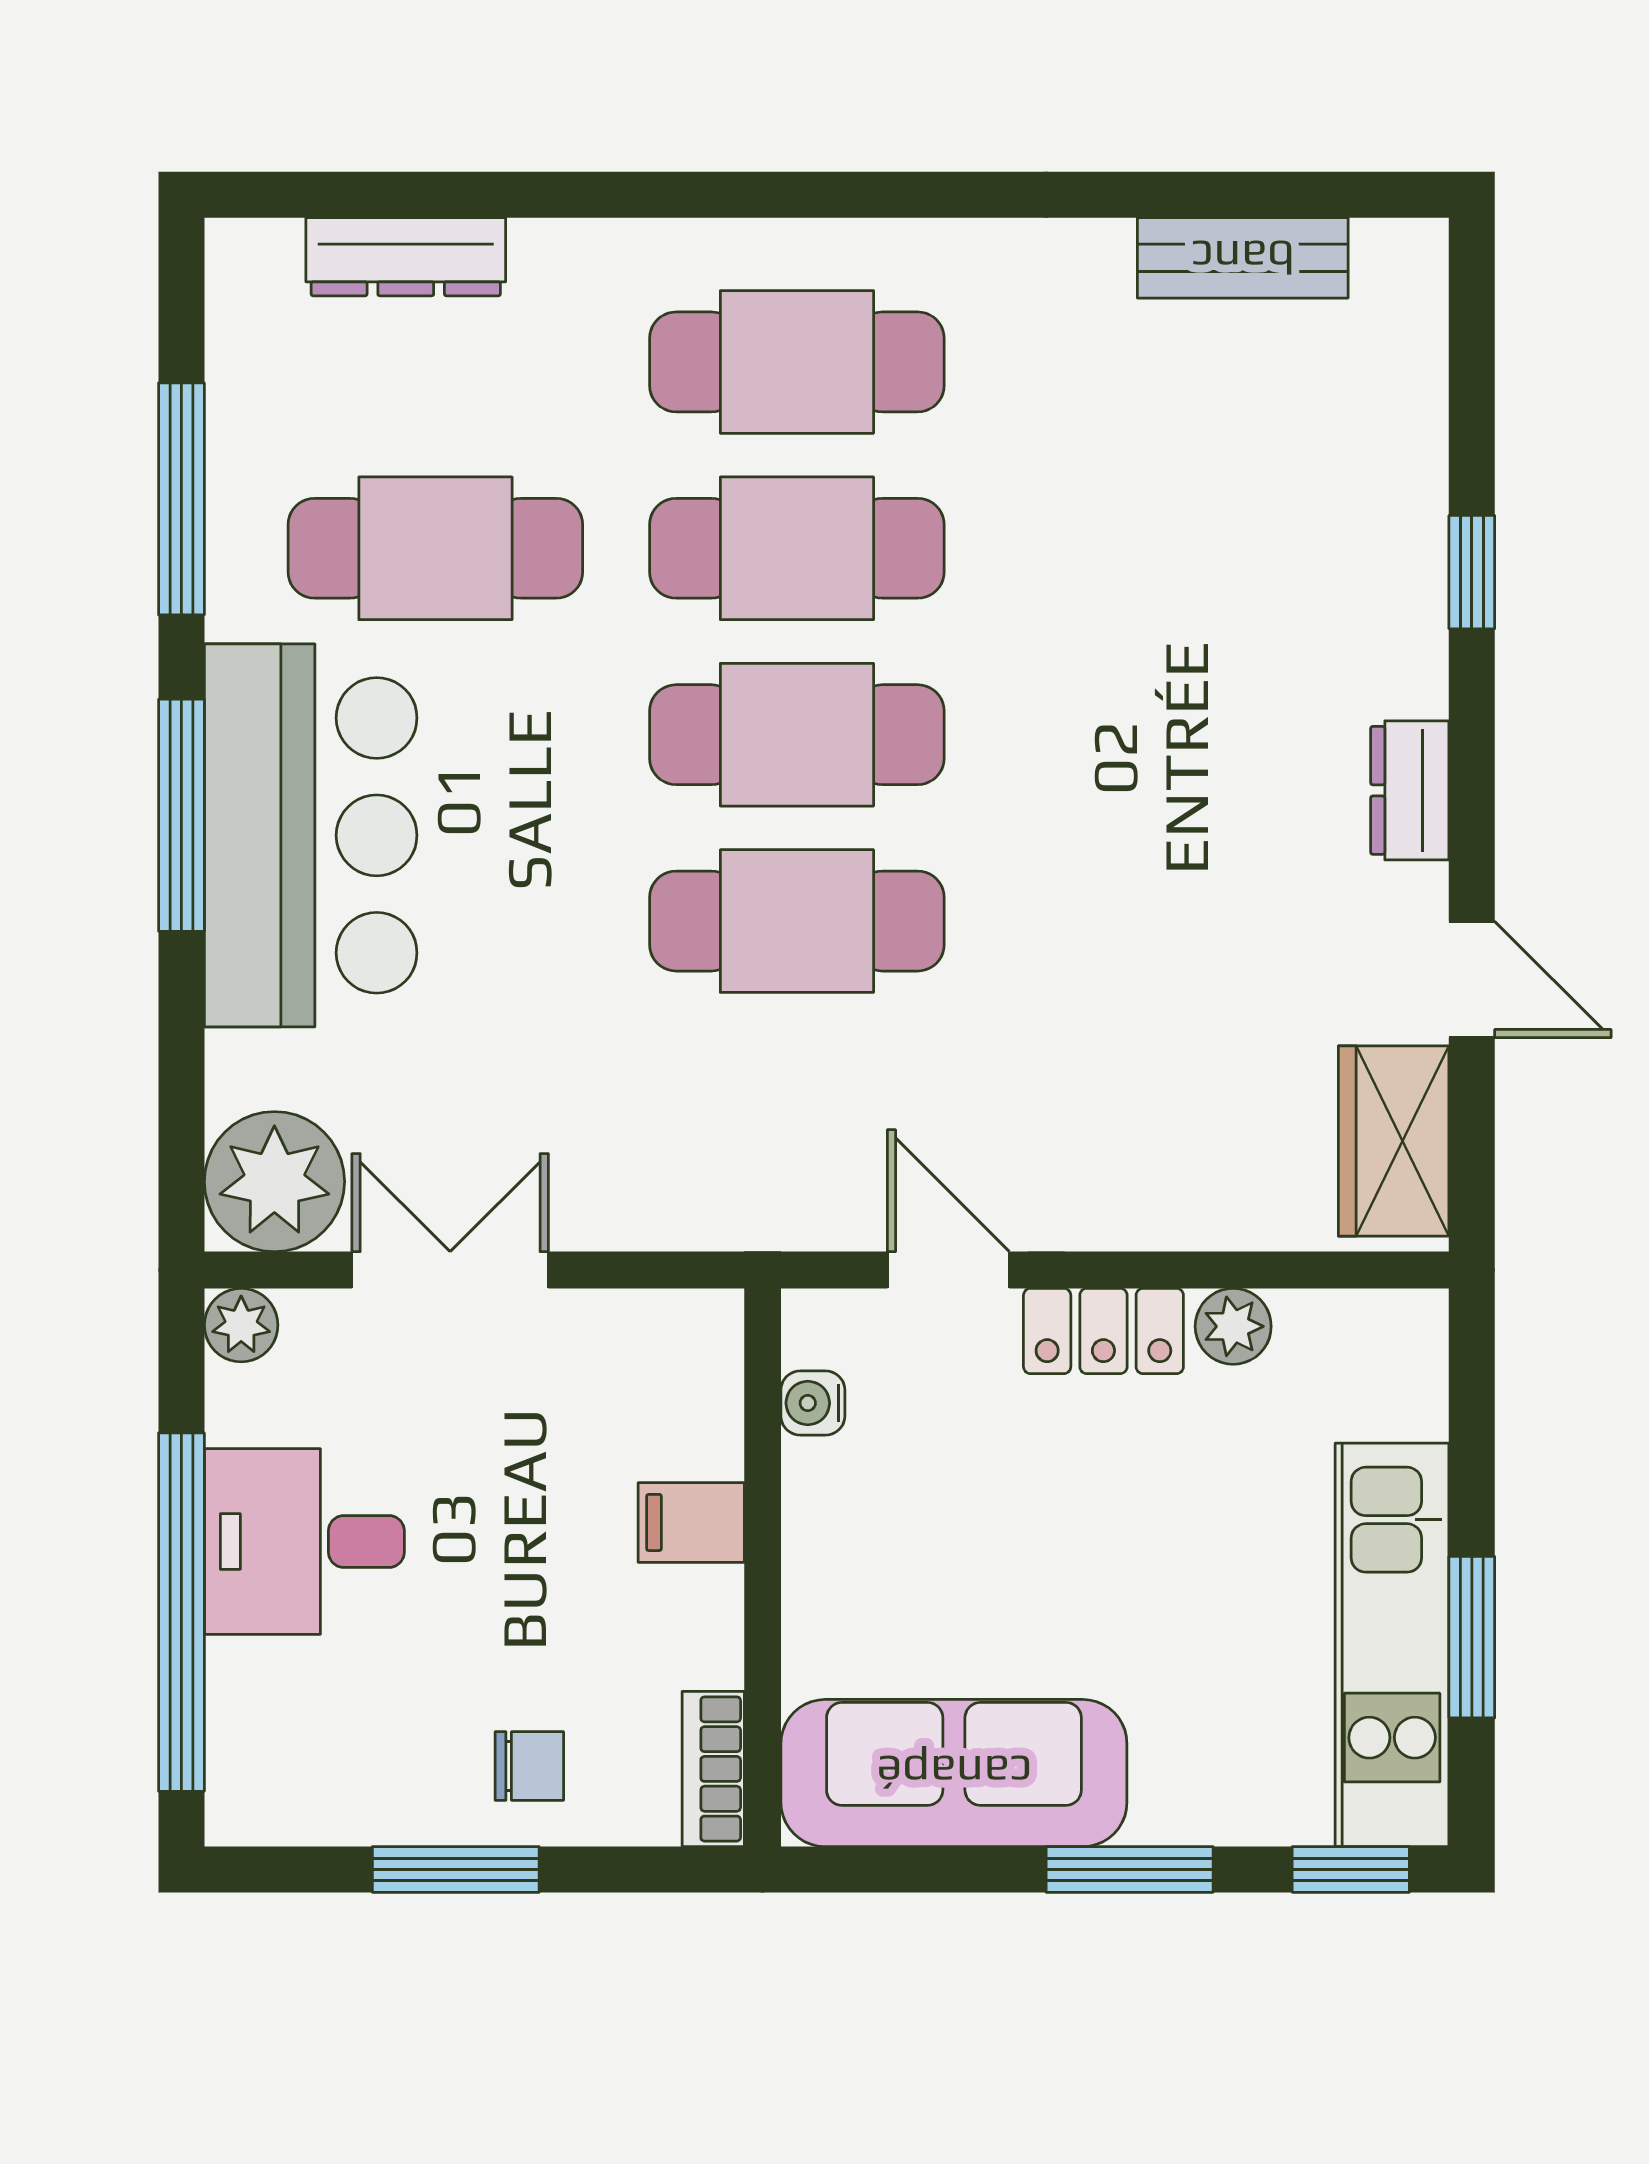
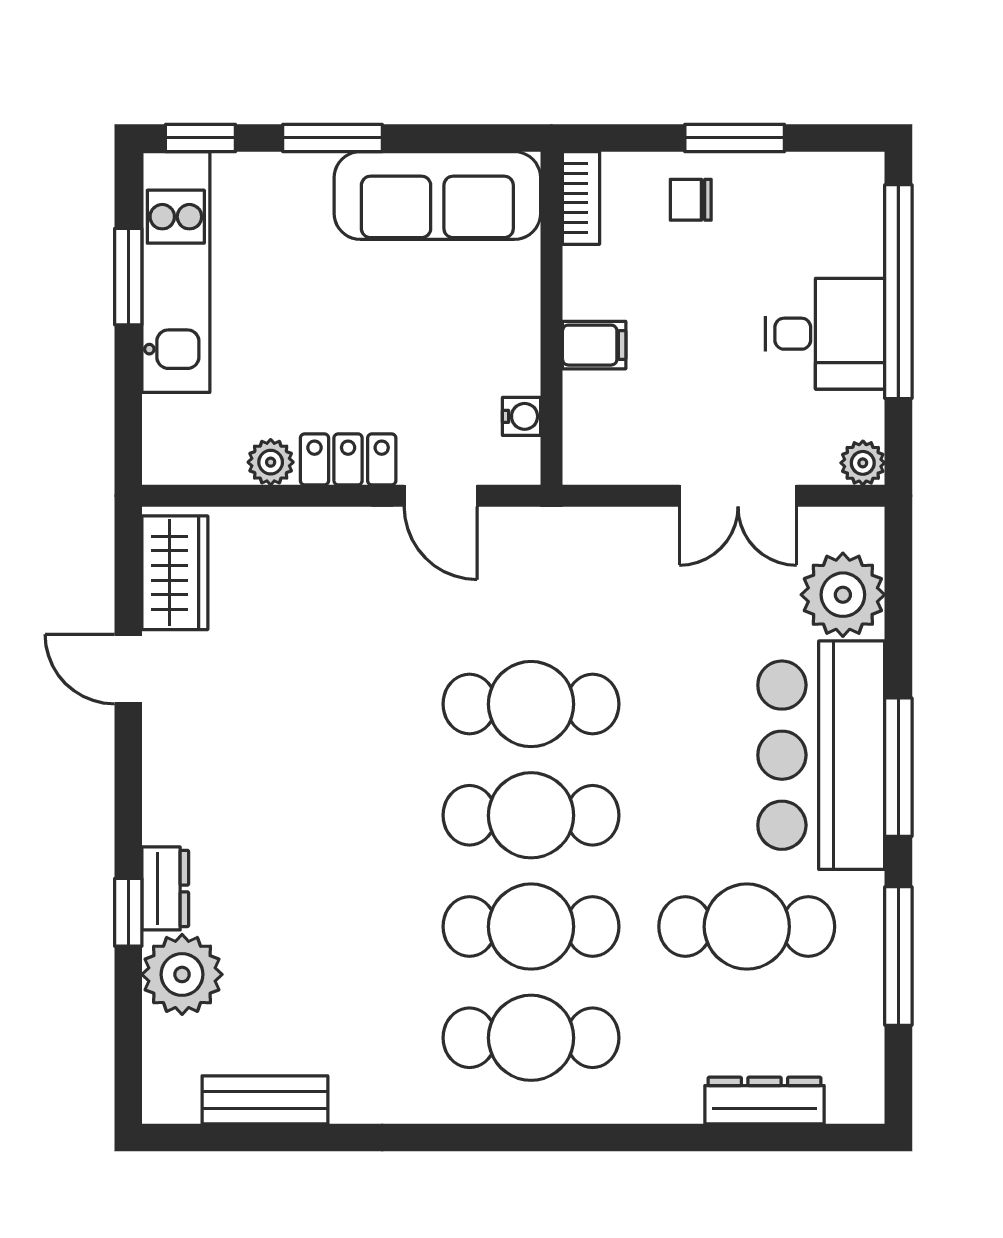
plant: (1382, 468) -> (182, 974), added
dresser: (1410, 790) -> (165, 888), moved
plant: (274, 1182) -> (843, 595), moved

